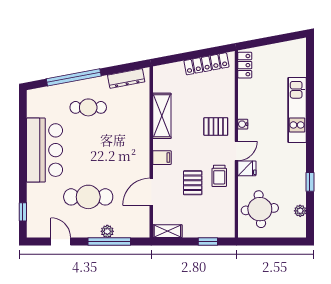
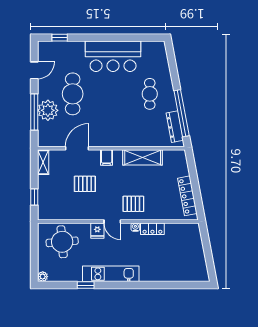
locker: (245, 65) -> (152, 229), moved
window: (74, 77) -> (182, 113), moved
kitchen unit: (297, 110) -> (111, 274), moved
pallet: (216, 126) -> (133, 204), turned 90
trolley: (219, 176) -> (91, 207), removed
door: (151, 192) -> (77, 148), hinge flipped
plant: (300, 211) -> (43, 277), moved
plant: (107, 231) -> (48, 110), width x1.87, depth x1.87

